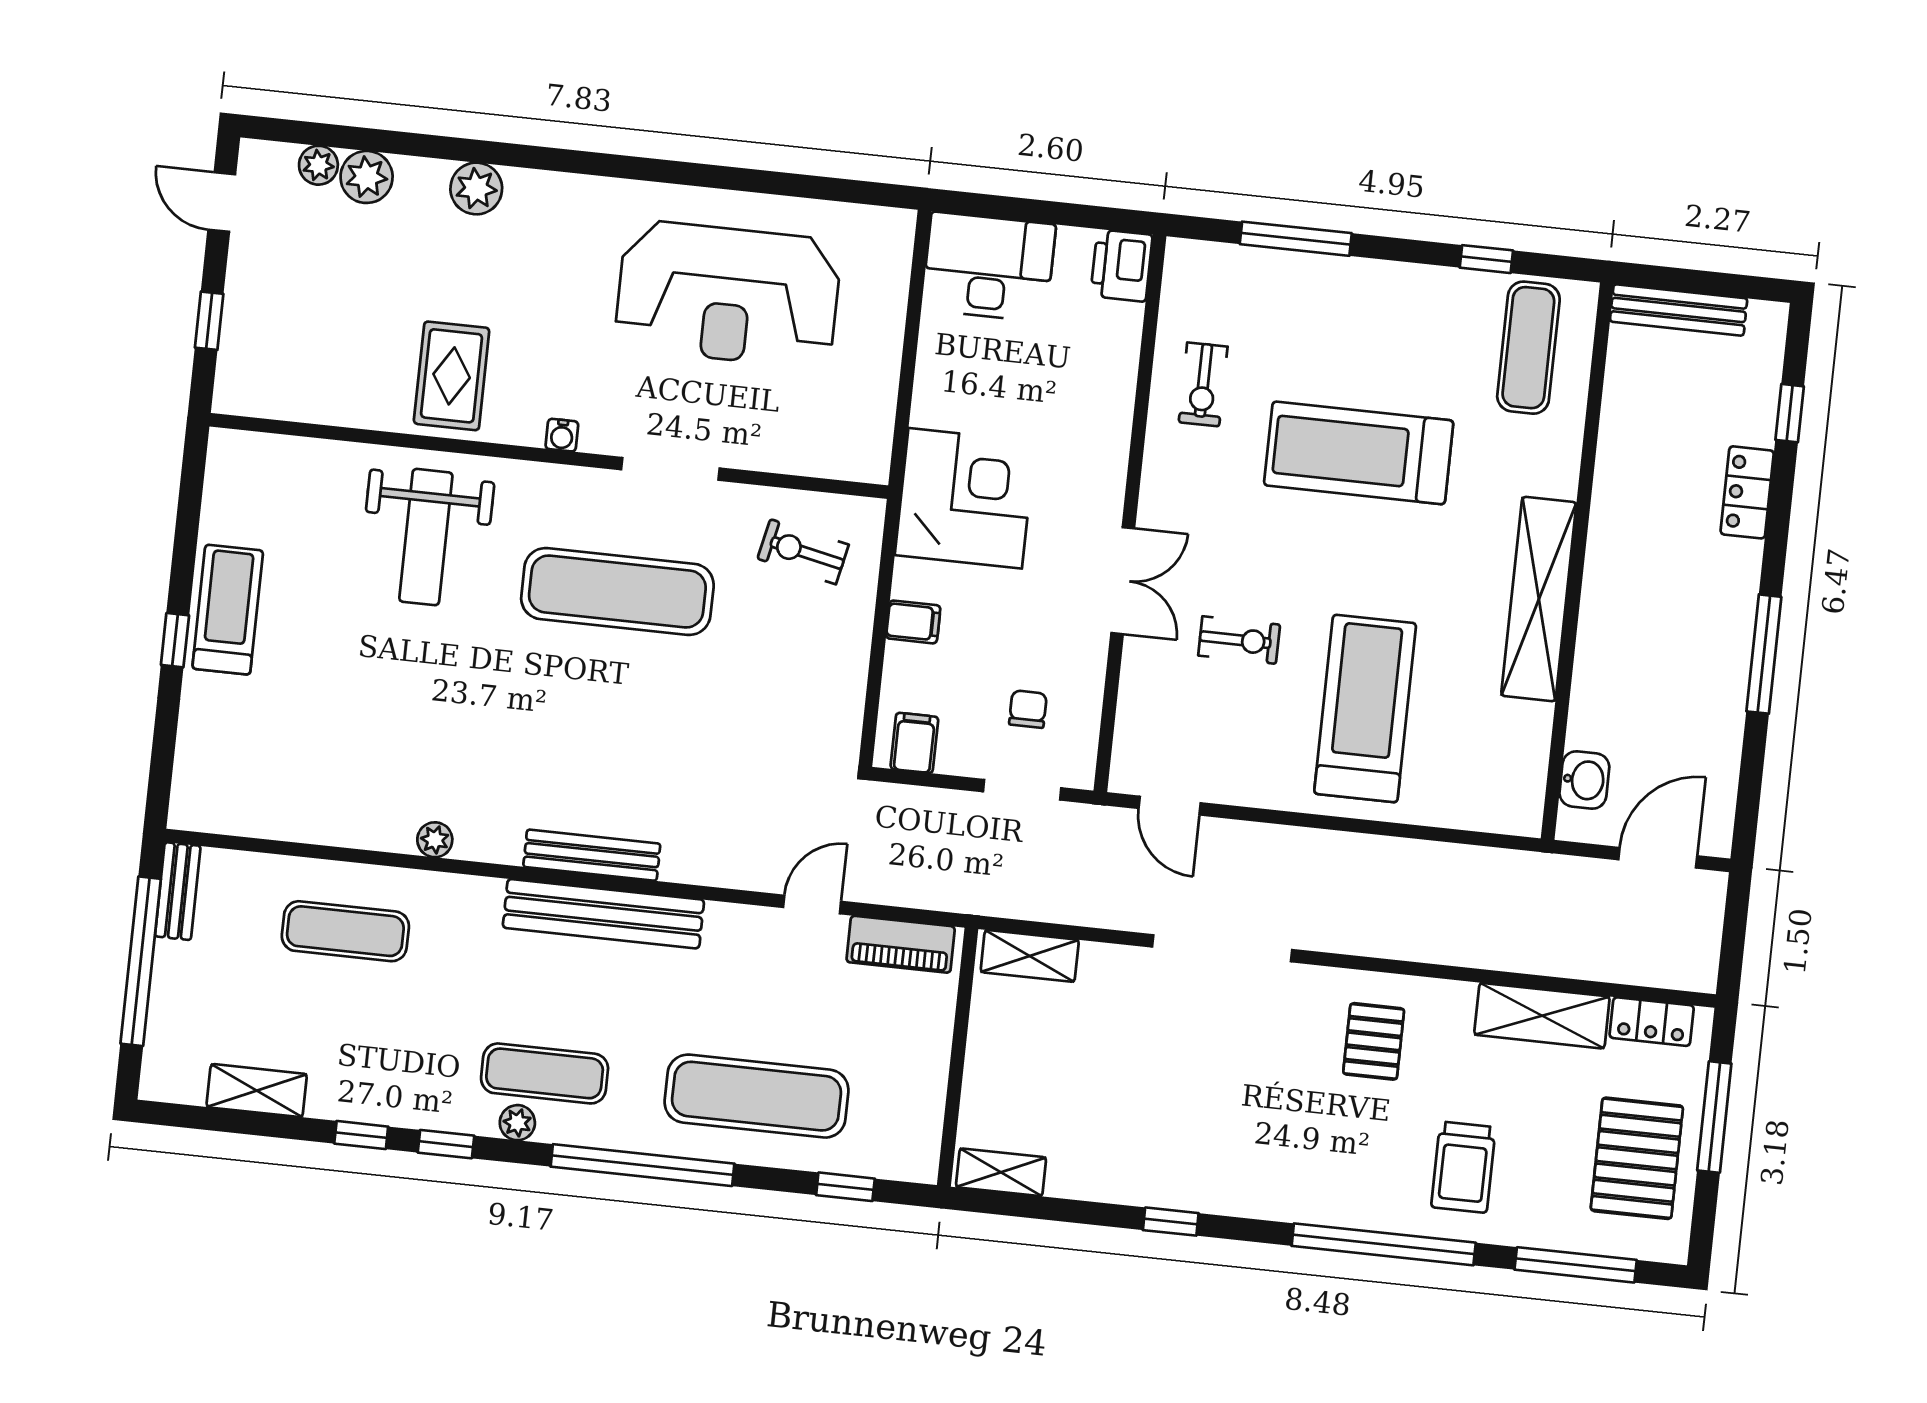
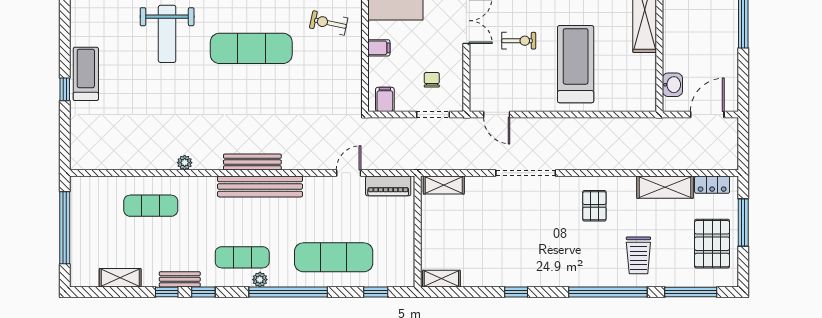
bench: (178, 891) -> (180, 279), moved, turned 90
plant: (517, 1123) -> (260, 280), moved

